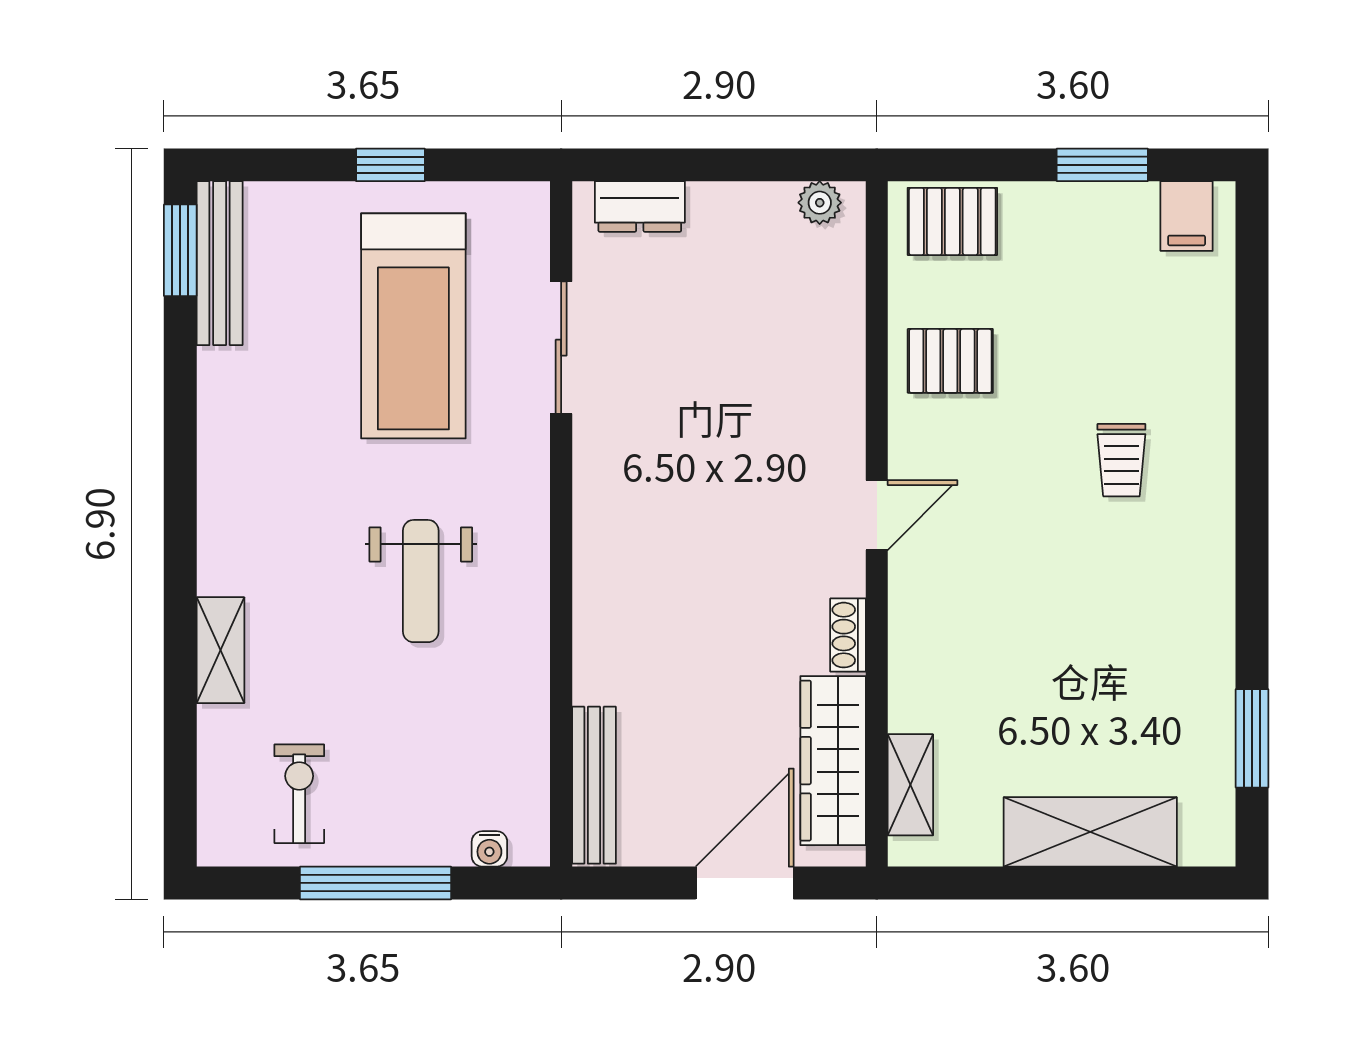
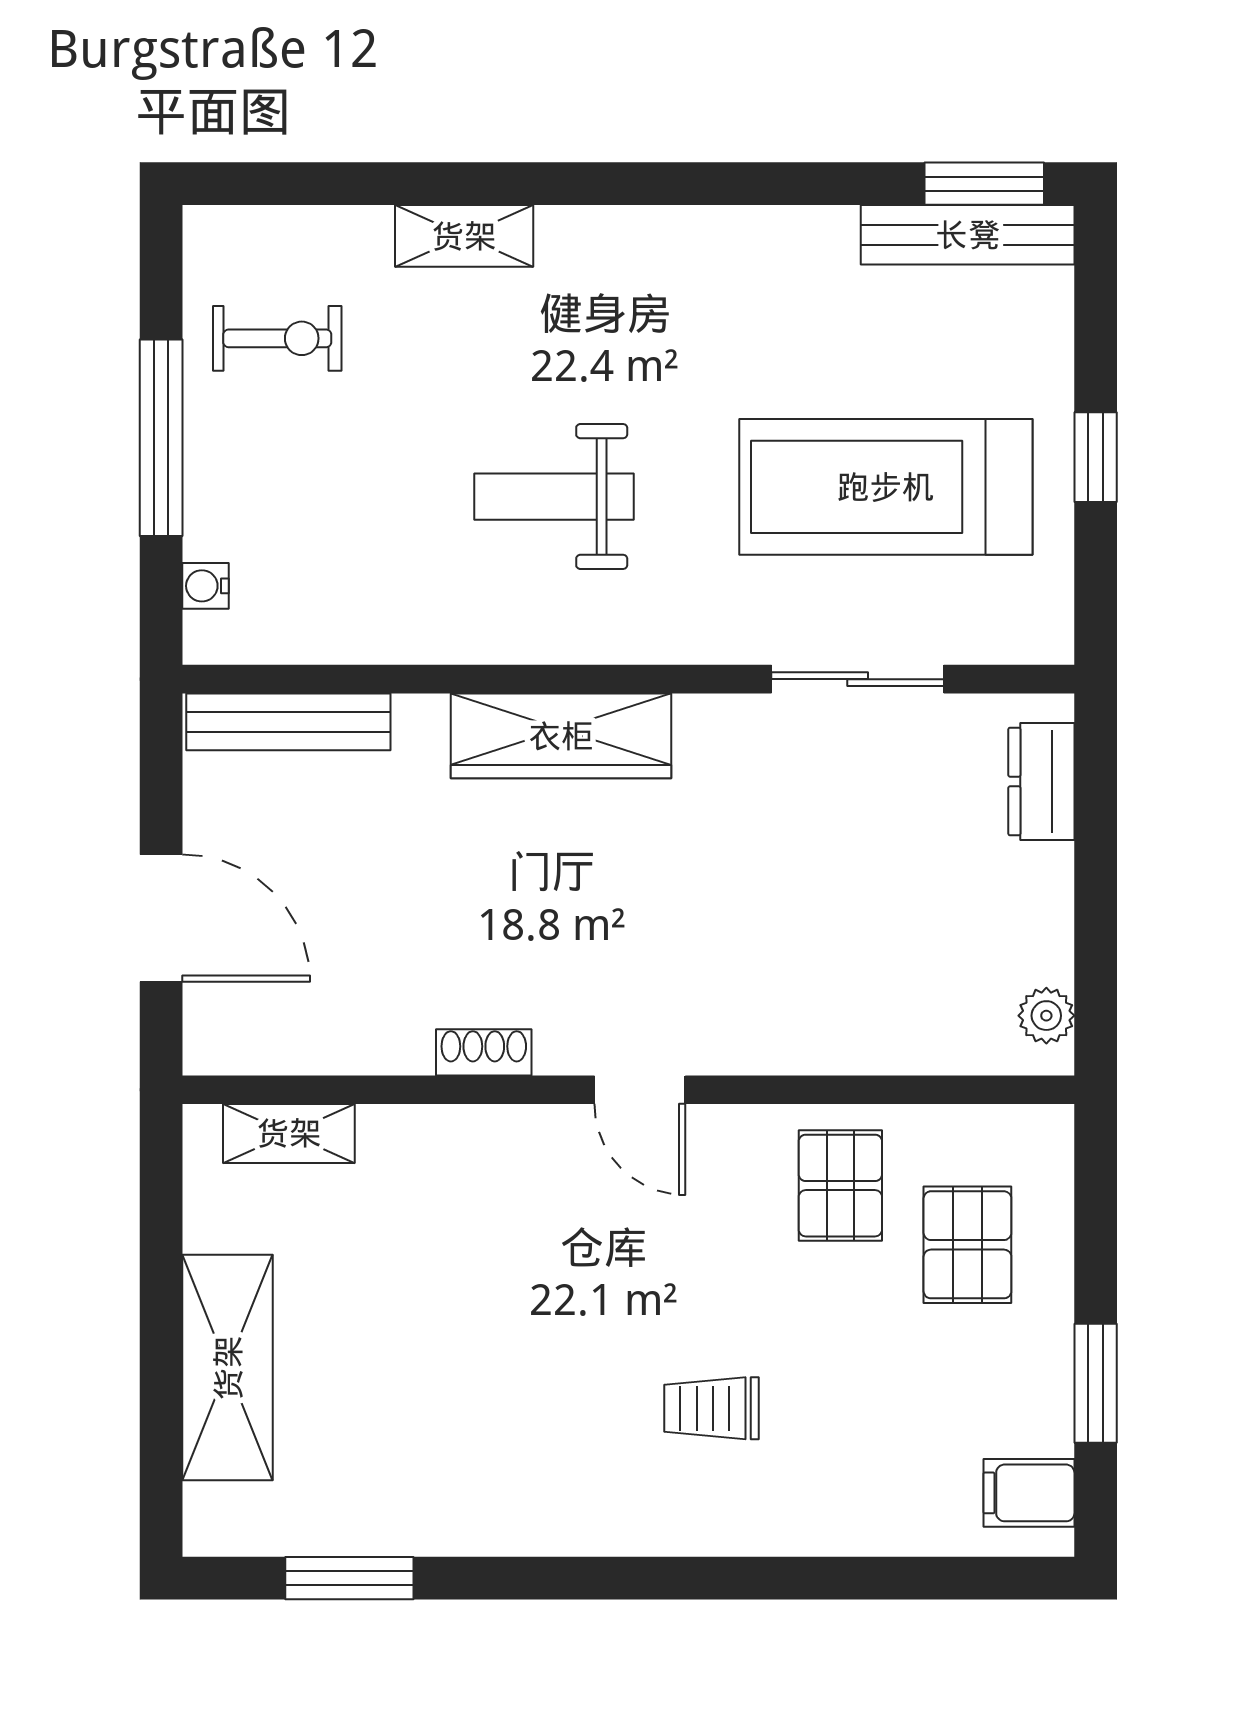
pallet: (952, 221) -> (967, 1245), moved
wardrobe: (833, 761) -> (561, 736), moved, turned 180

